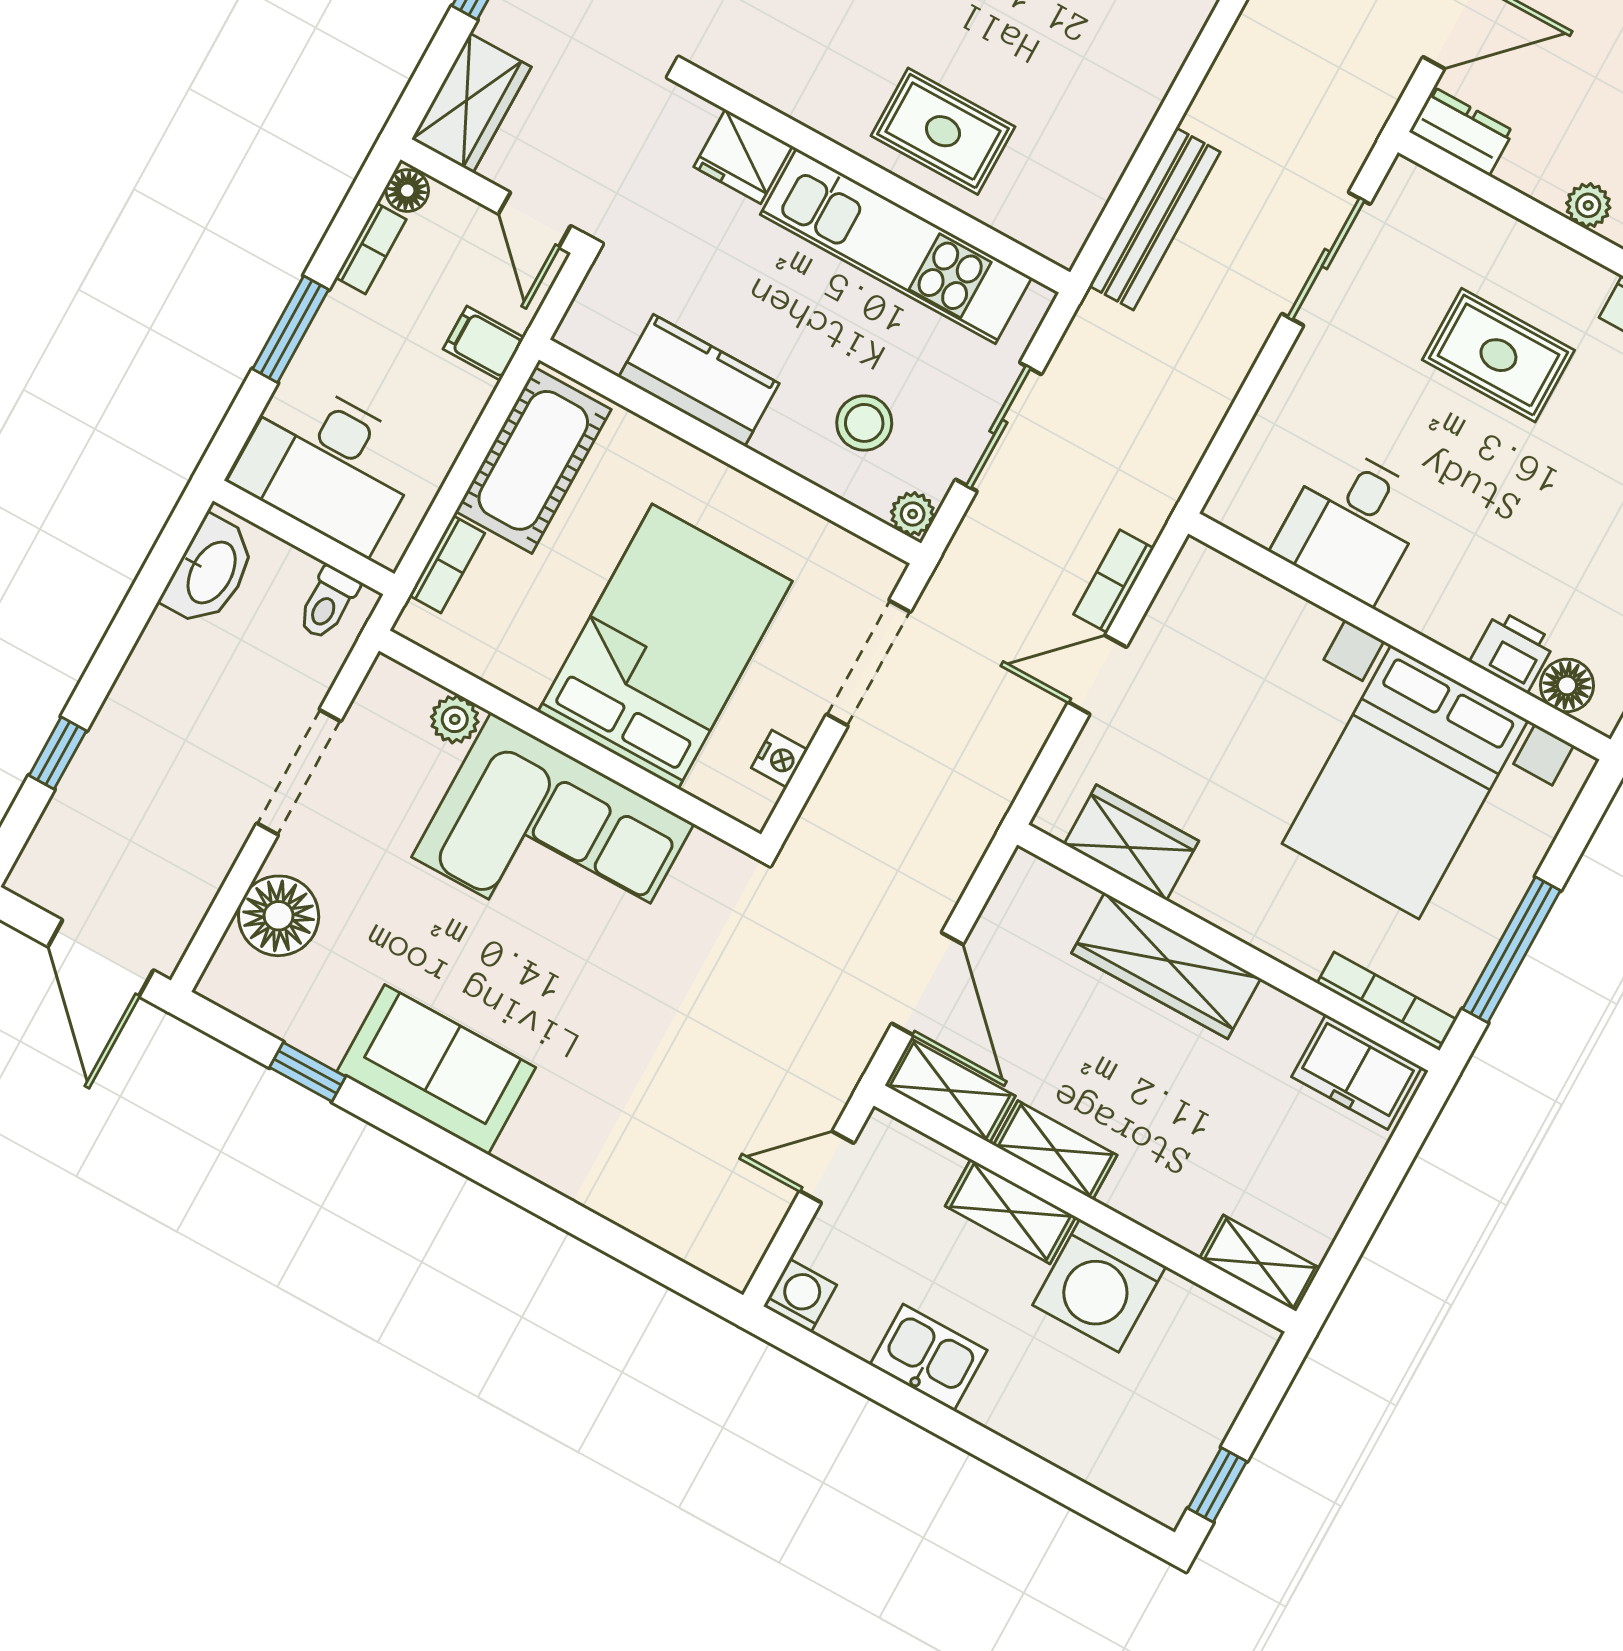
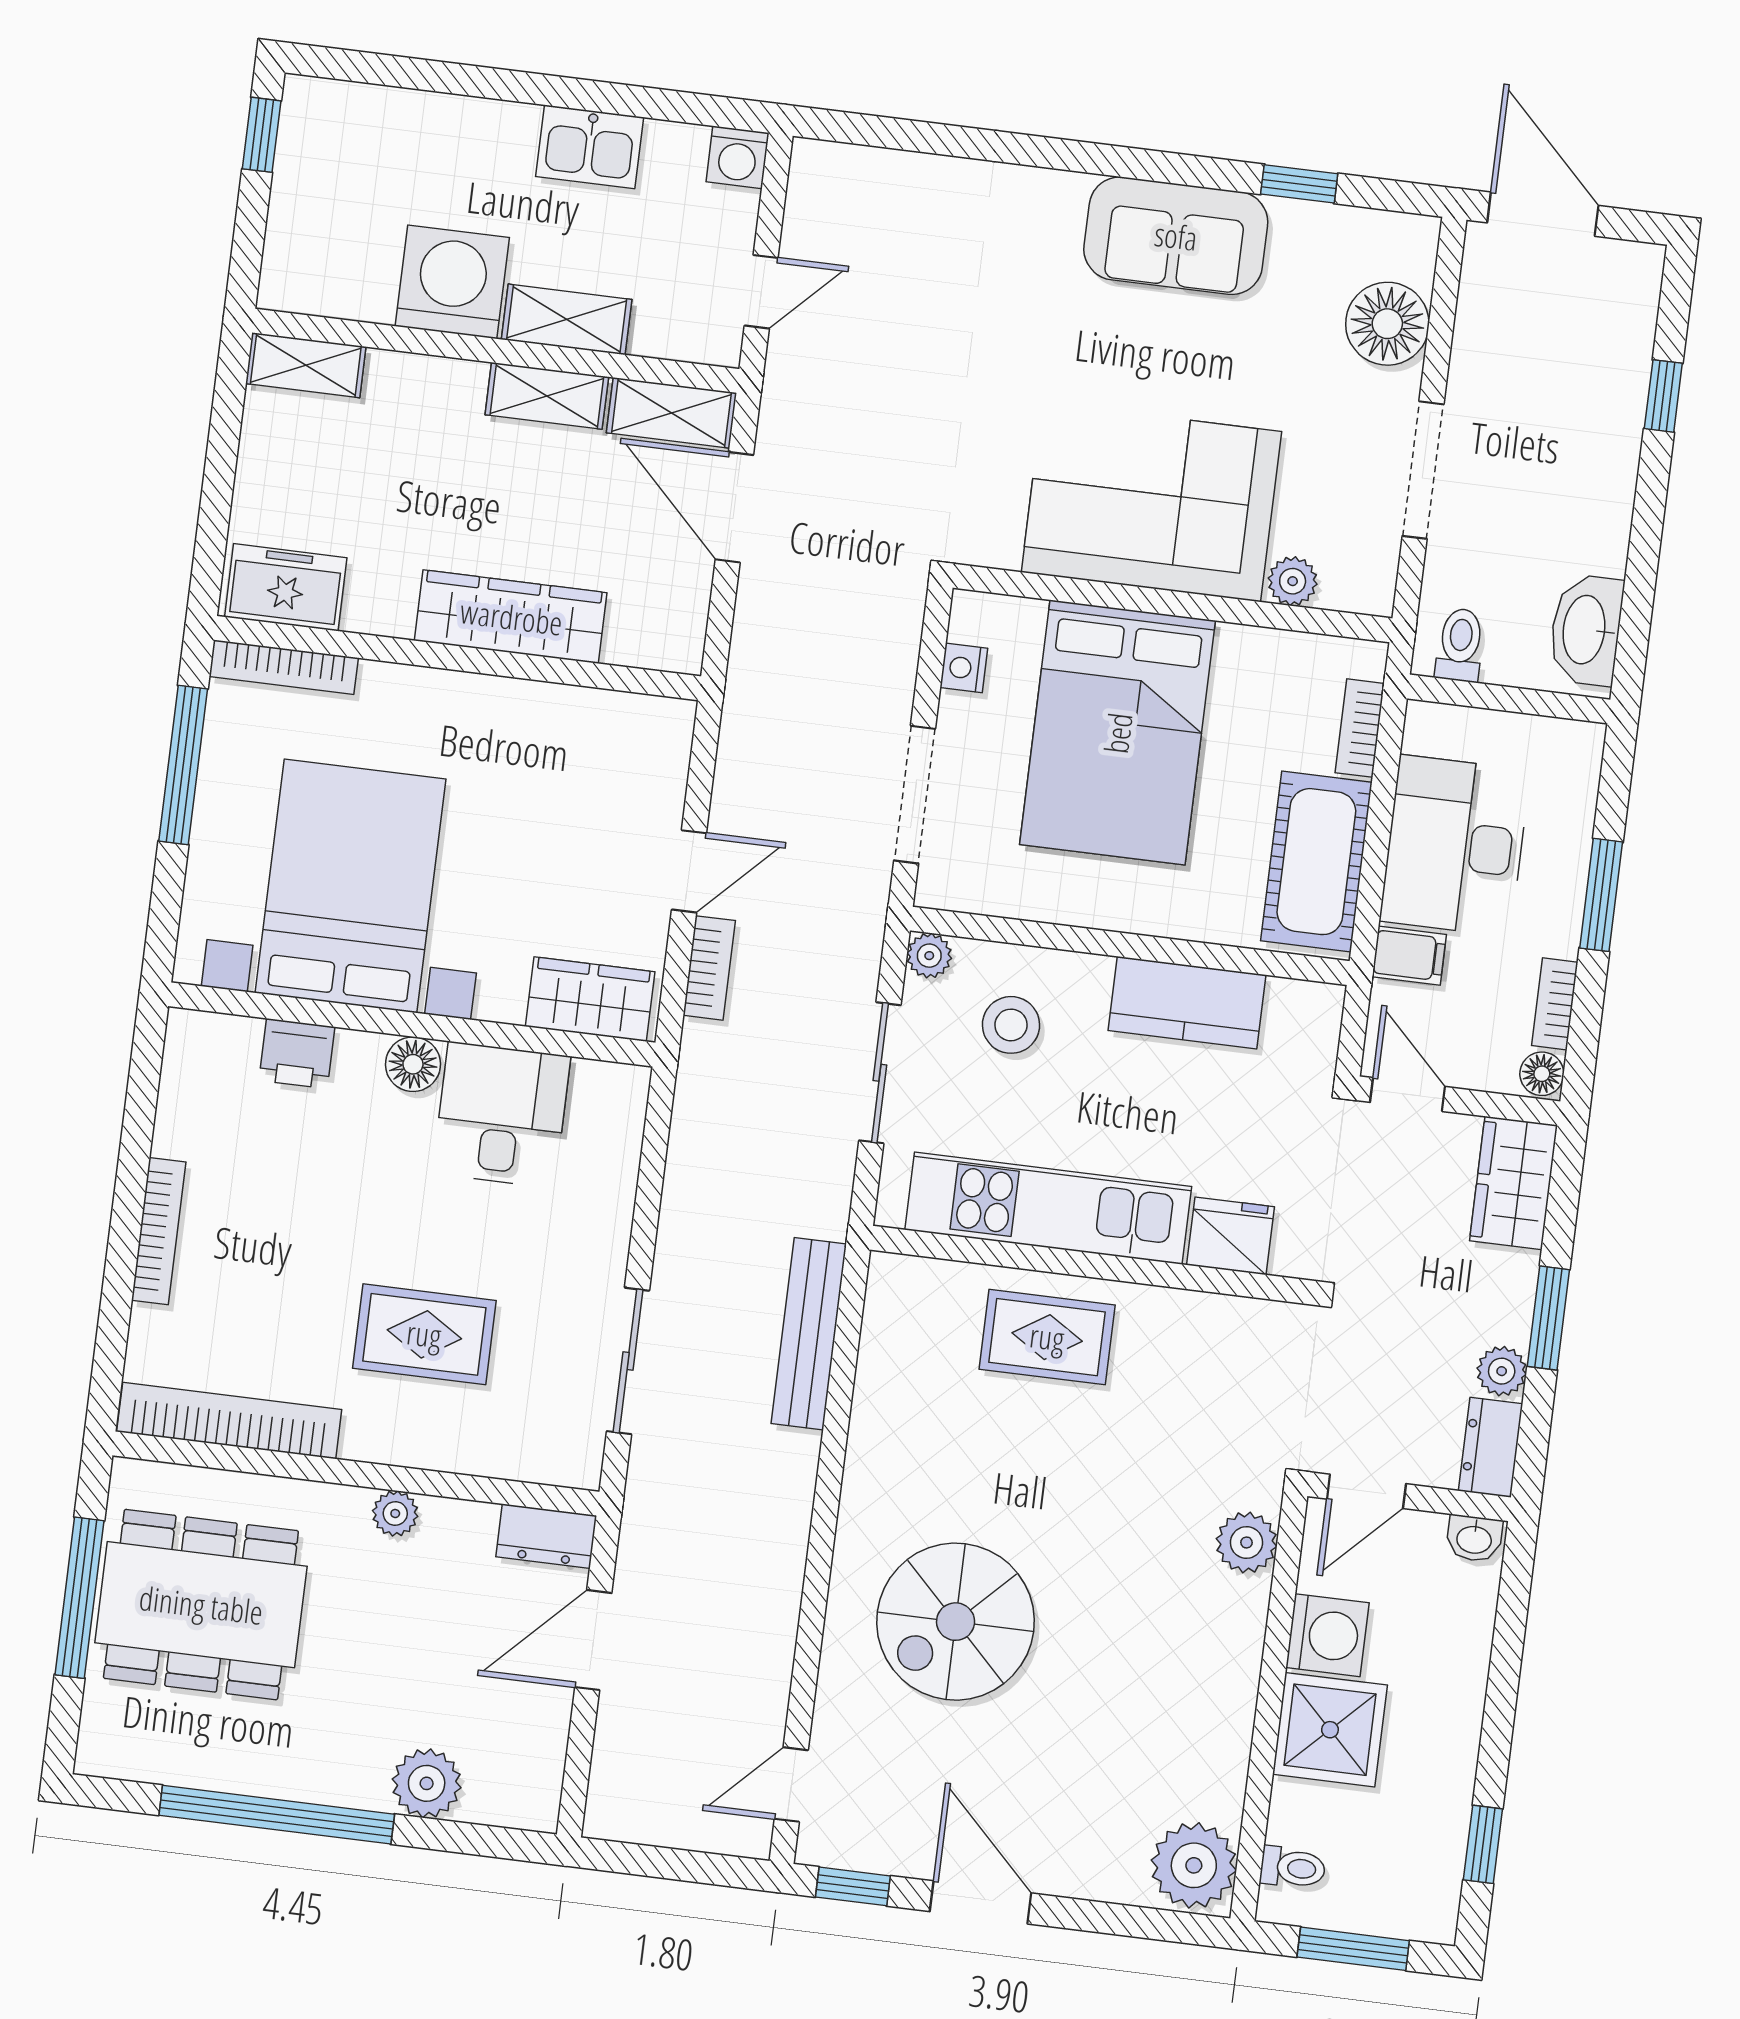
desk: (328, 465) -> (1455, 846), moved, turned -90
floor lamp: (1567, 685) -> (413, 1064), moved
wardrobe: (1131, 843) -> (590, 999), moved, turned 180

